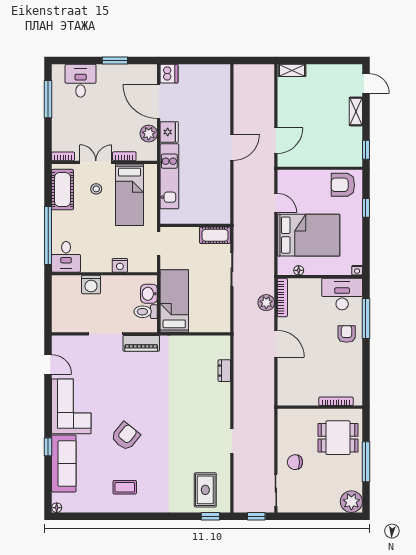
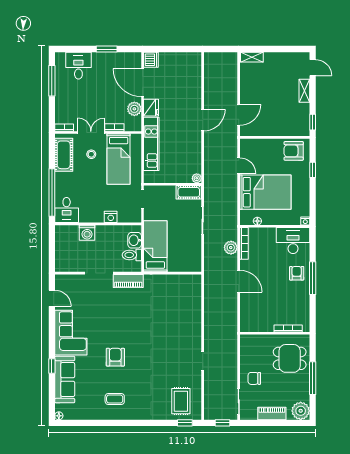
plant: (225, 218) -> (197, 178), added
window: (366, 318) -> (313, 278), moved
dresser: (224, 371) -> (196, 303), removed
armchair: (125, 436) -> (115, 357), turned -39
piano: (316, 505) -> (272, 413), added

